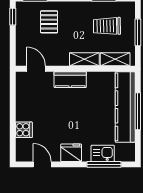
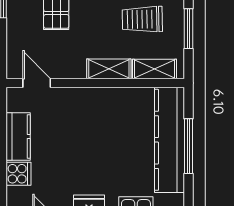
kitchen counter: (70, 80) -> (18, 136), moved, turned -90

